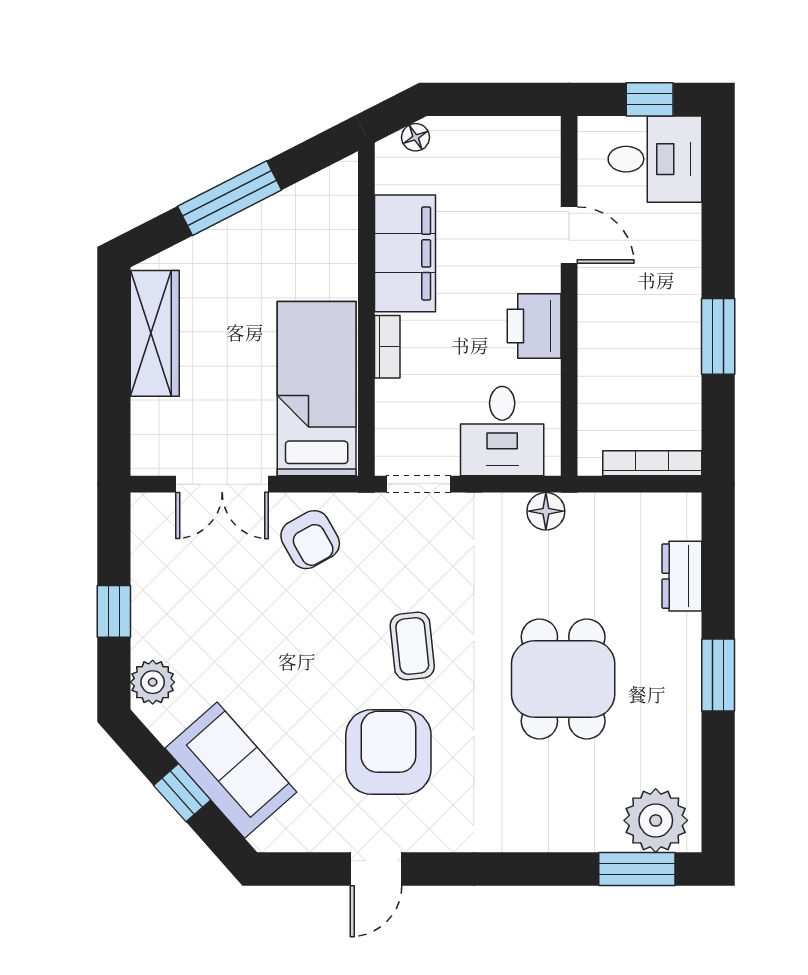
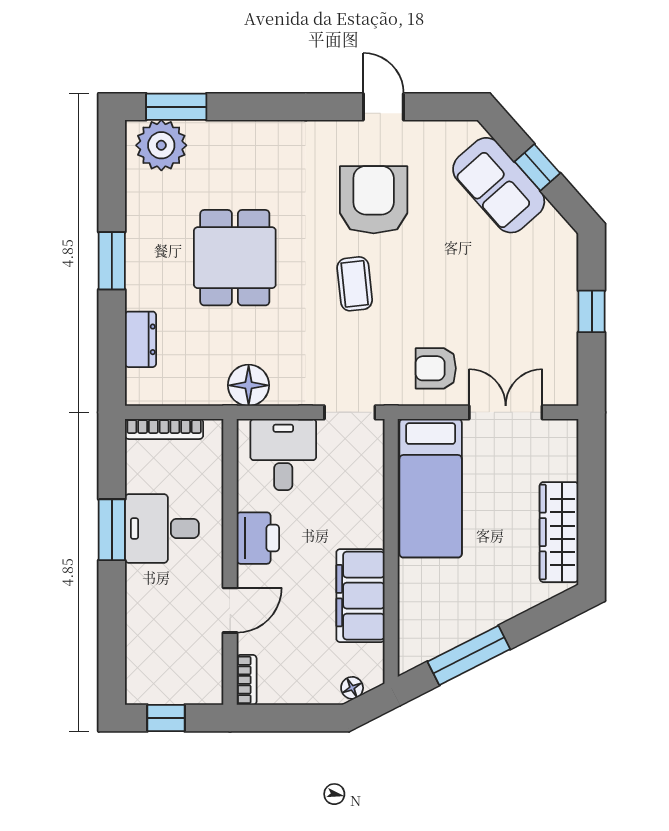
desk: (655, 159) -> (162, 528), moved
window: (230, 198) -> (469, 655), moved
door: (569, 235) -> (230, 610), swing flipped
bookcase: (387, 347) -> (247, 680), moved, turned 180
floor lamp: (546, 511) -> (249, 385), width x1.38, depth x1.38
armchair: (310, 540) -> (436, 368), turned -61
plant: (153, 682) -> (561, 255), removed
armchair: (388, 752) -> (374, 200), turned 180
door: (376, 869) -> (383, 107), hinge flipped

